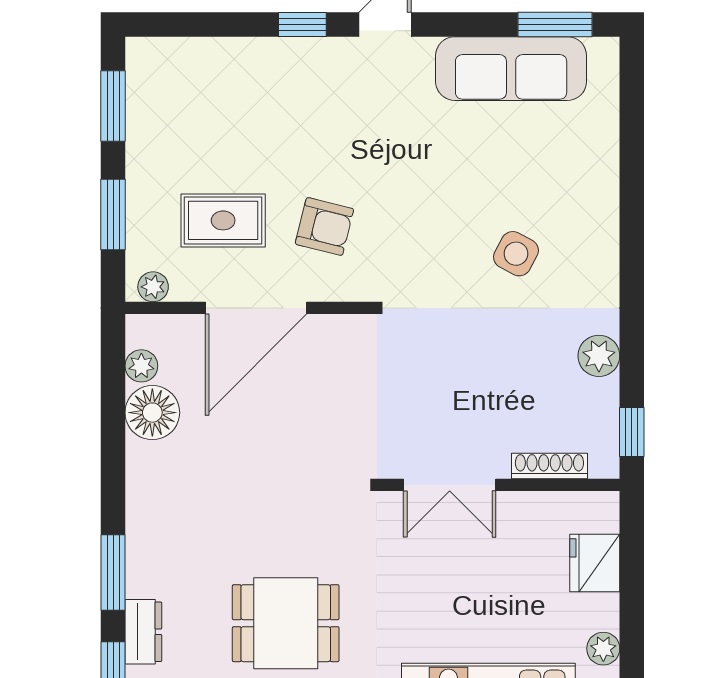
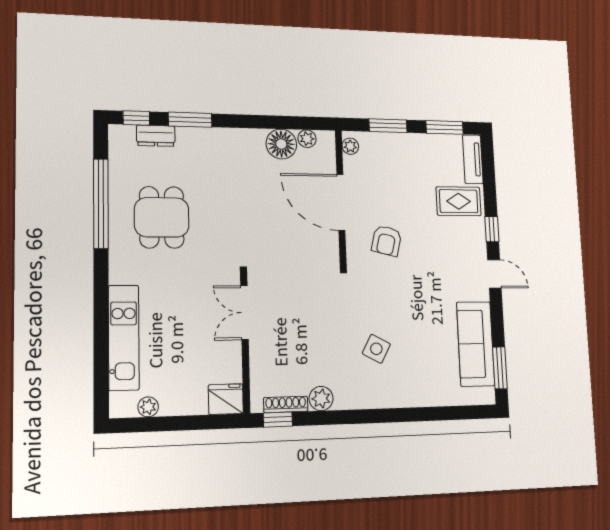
tv unit: (172, 54) -> (473, 159), added
rug: (223, 220) -> (459, 201), moved, turned 90
shoe rack: (549, 466) -> (286, 404), moved, turned -90
fridge: (595, 563) -> (226, 399), moved

